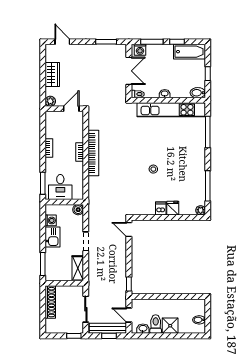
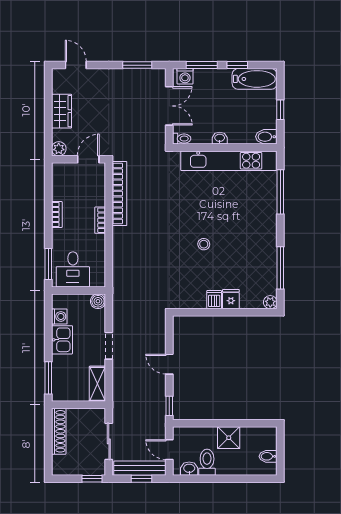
bookcase: (93, 153) -> (119, 194), moved
door: (129, 229) -> (169, 364), moved
shower: (170, 326) -> (229, 438), moved

